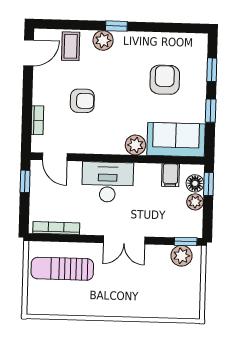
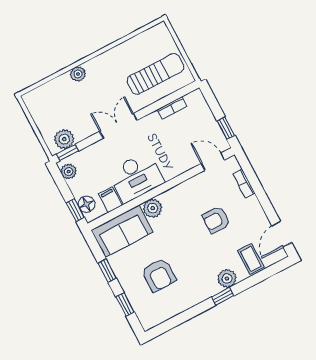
desk: (108, 182) -> (136, 177), moved
plant: (195, 202) -> (69, 172), moved
bookcase: (56, 228) -> (172, 108), width x0.64
plant: (134, 309) -> (78, 74), added

